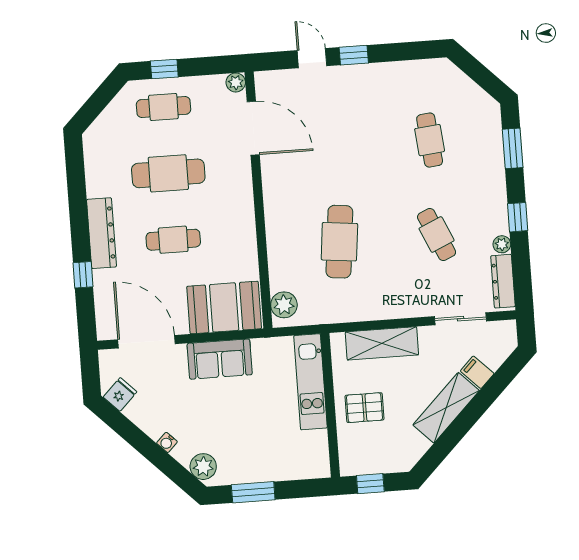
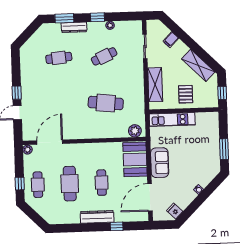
dresser: (503, 281) -> (74, 27), moved
shelving: (446, 408) -> (198, 65), moved
plant: (203, 467) -> (211, 173), removed

